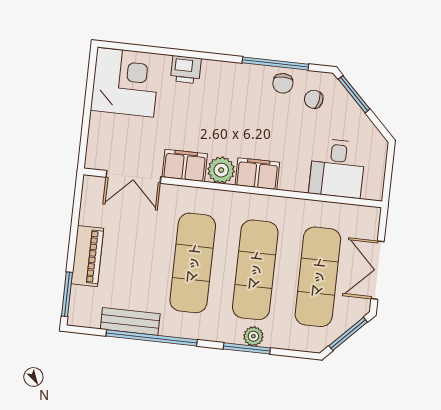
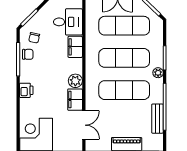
printer: (186, 70) -> (26, 90), moved
filing cabinet: (257, 174) -> (75, 47), moved
plant: (253, 336) -> (158, 73), moved

